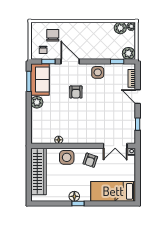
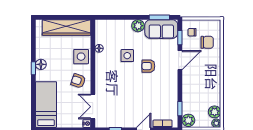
side table: (98, 72) -> (127, 56), moved

